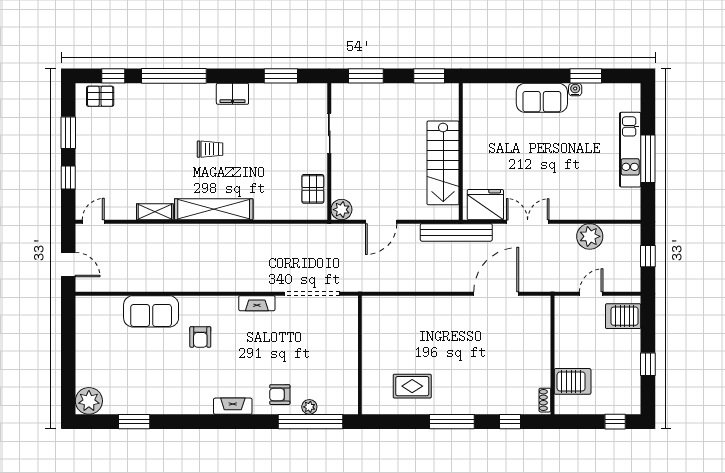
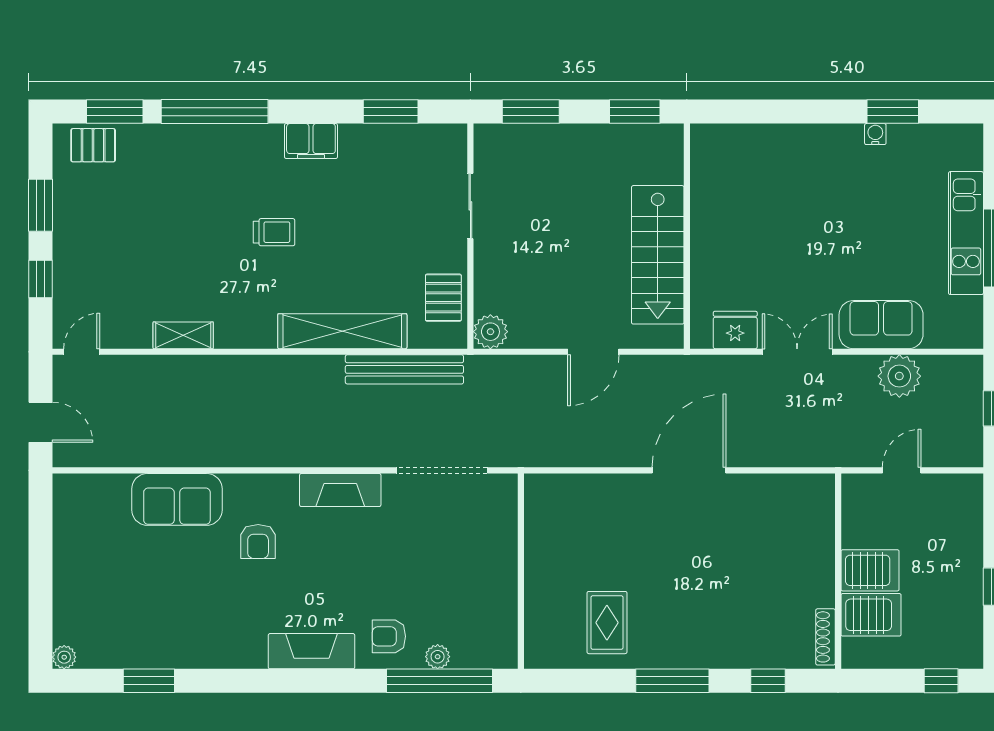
window: (113, 76) -> (115, 112), width x1.50
sofa: (542, 98) -> (881, 325), moved, turned 180
fridge: (485, 205) -> (735, 330), width x0.73, depth x0.75
shelving: (214, 209) -> (342, 331), moved
door: (381, 222) -> (593, 352), moved
bench: (456, 232) -> (404, 369), moved
door: (496, 294) -> (689, 470), moved
fireplace: (257, 303) -> (340, 490), width x1.37, depth x1.32
server rack: (623, 316) -> (870, 570), moved, turned 180
rug: (412, 386) -> (607, 623), turned 90
shoe rack: (545, 400) -> (825, 637), width x1.43
plant: (89, 401) -> (64, 657), width x0.53, depth x0.53
fireplace: (233, 406) -> (311, 651), width x1.37, depth x1.32

